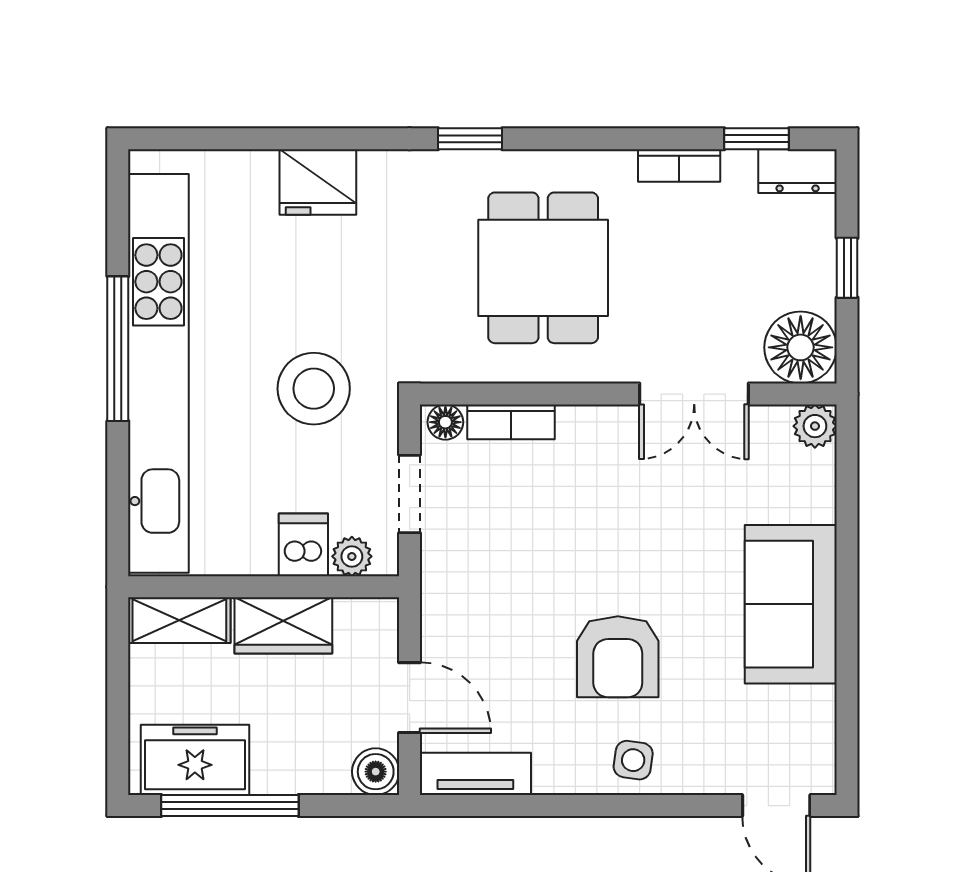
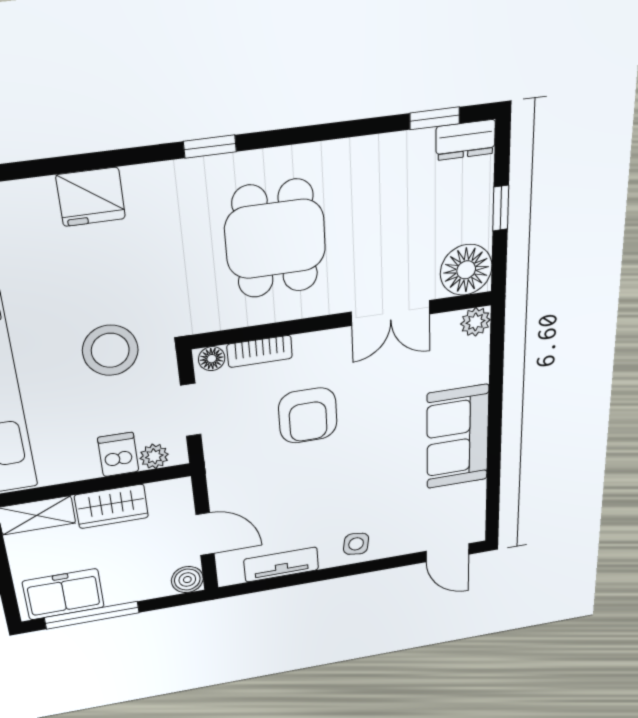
bookcase: (679, 166) -> (376, 147), removed
armchair: (618, 657) -> (308, 415), moved
tv unit: (475, 774) -> (281, 564), moved

